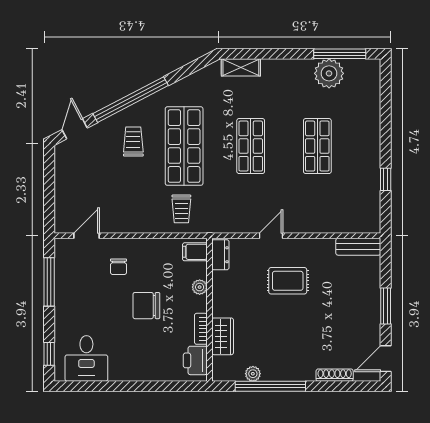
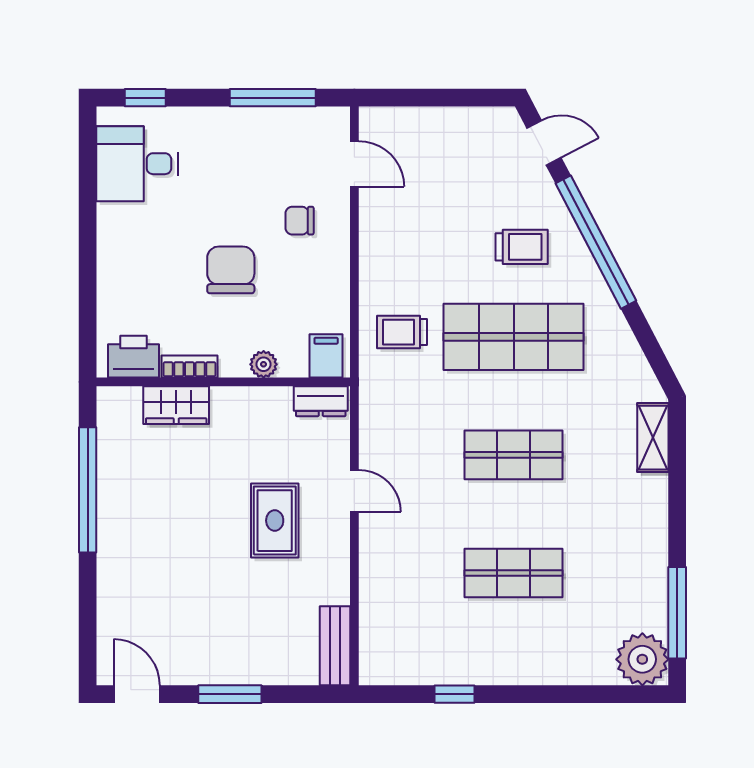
plant: (329, 73) -> (642, 659), moved
plant: (253, 374) -> (110, 459), removed
shoe rack: (335, 375) -> (107, 604), removed

